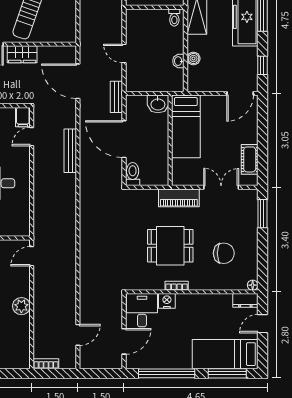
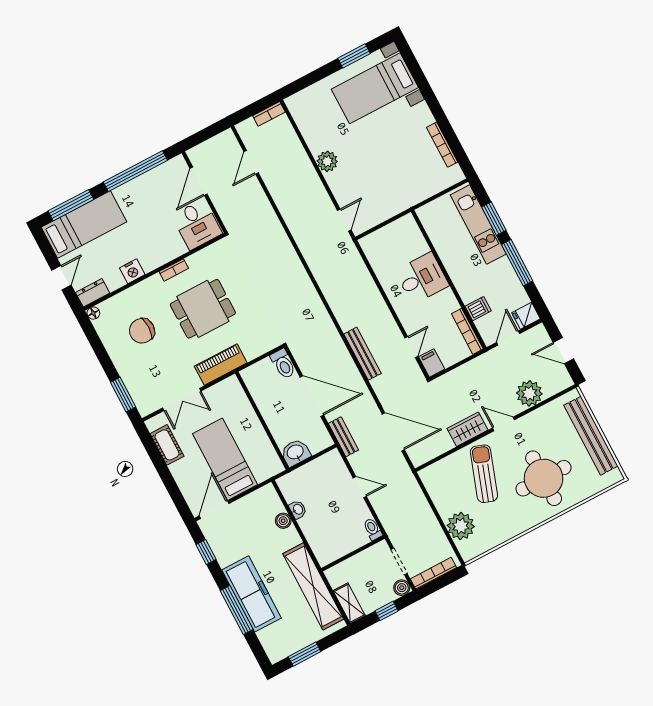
toilet: (174, 17) -> (373, 529), moved
bed: (186, 126) -> (225, 459), moved
nightstand: (167, 301) -> (132, 271), moved

